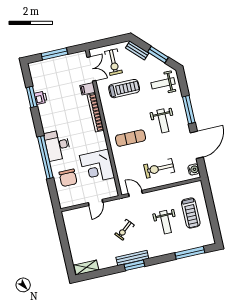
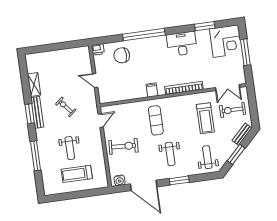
filing cabinet: (88, 89) -> (152, 90), moved
printer: (41, 98) -> (98, 49), moved
window: (189, 110) -> (179, 180), width x0.69
weight bench: (163, 121) -> (170, 154), turned -90
desk: (57, 145) -> (182, 44), moved
corner desk: (97, 166) -> (226, 41), moved, turned 180
exercise bike: (159, 168) -> (123, 146), turned 93
weight bench: (165, 222) -> (70, 148), turned -90
window: (190, 253) -> (36, 156), moved
shelving: (86, 267) -> (34, 84), moved

